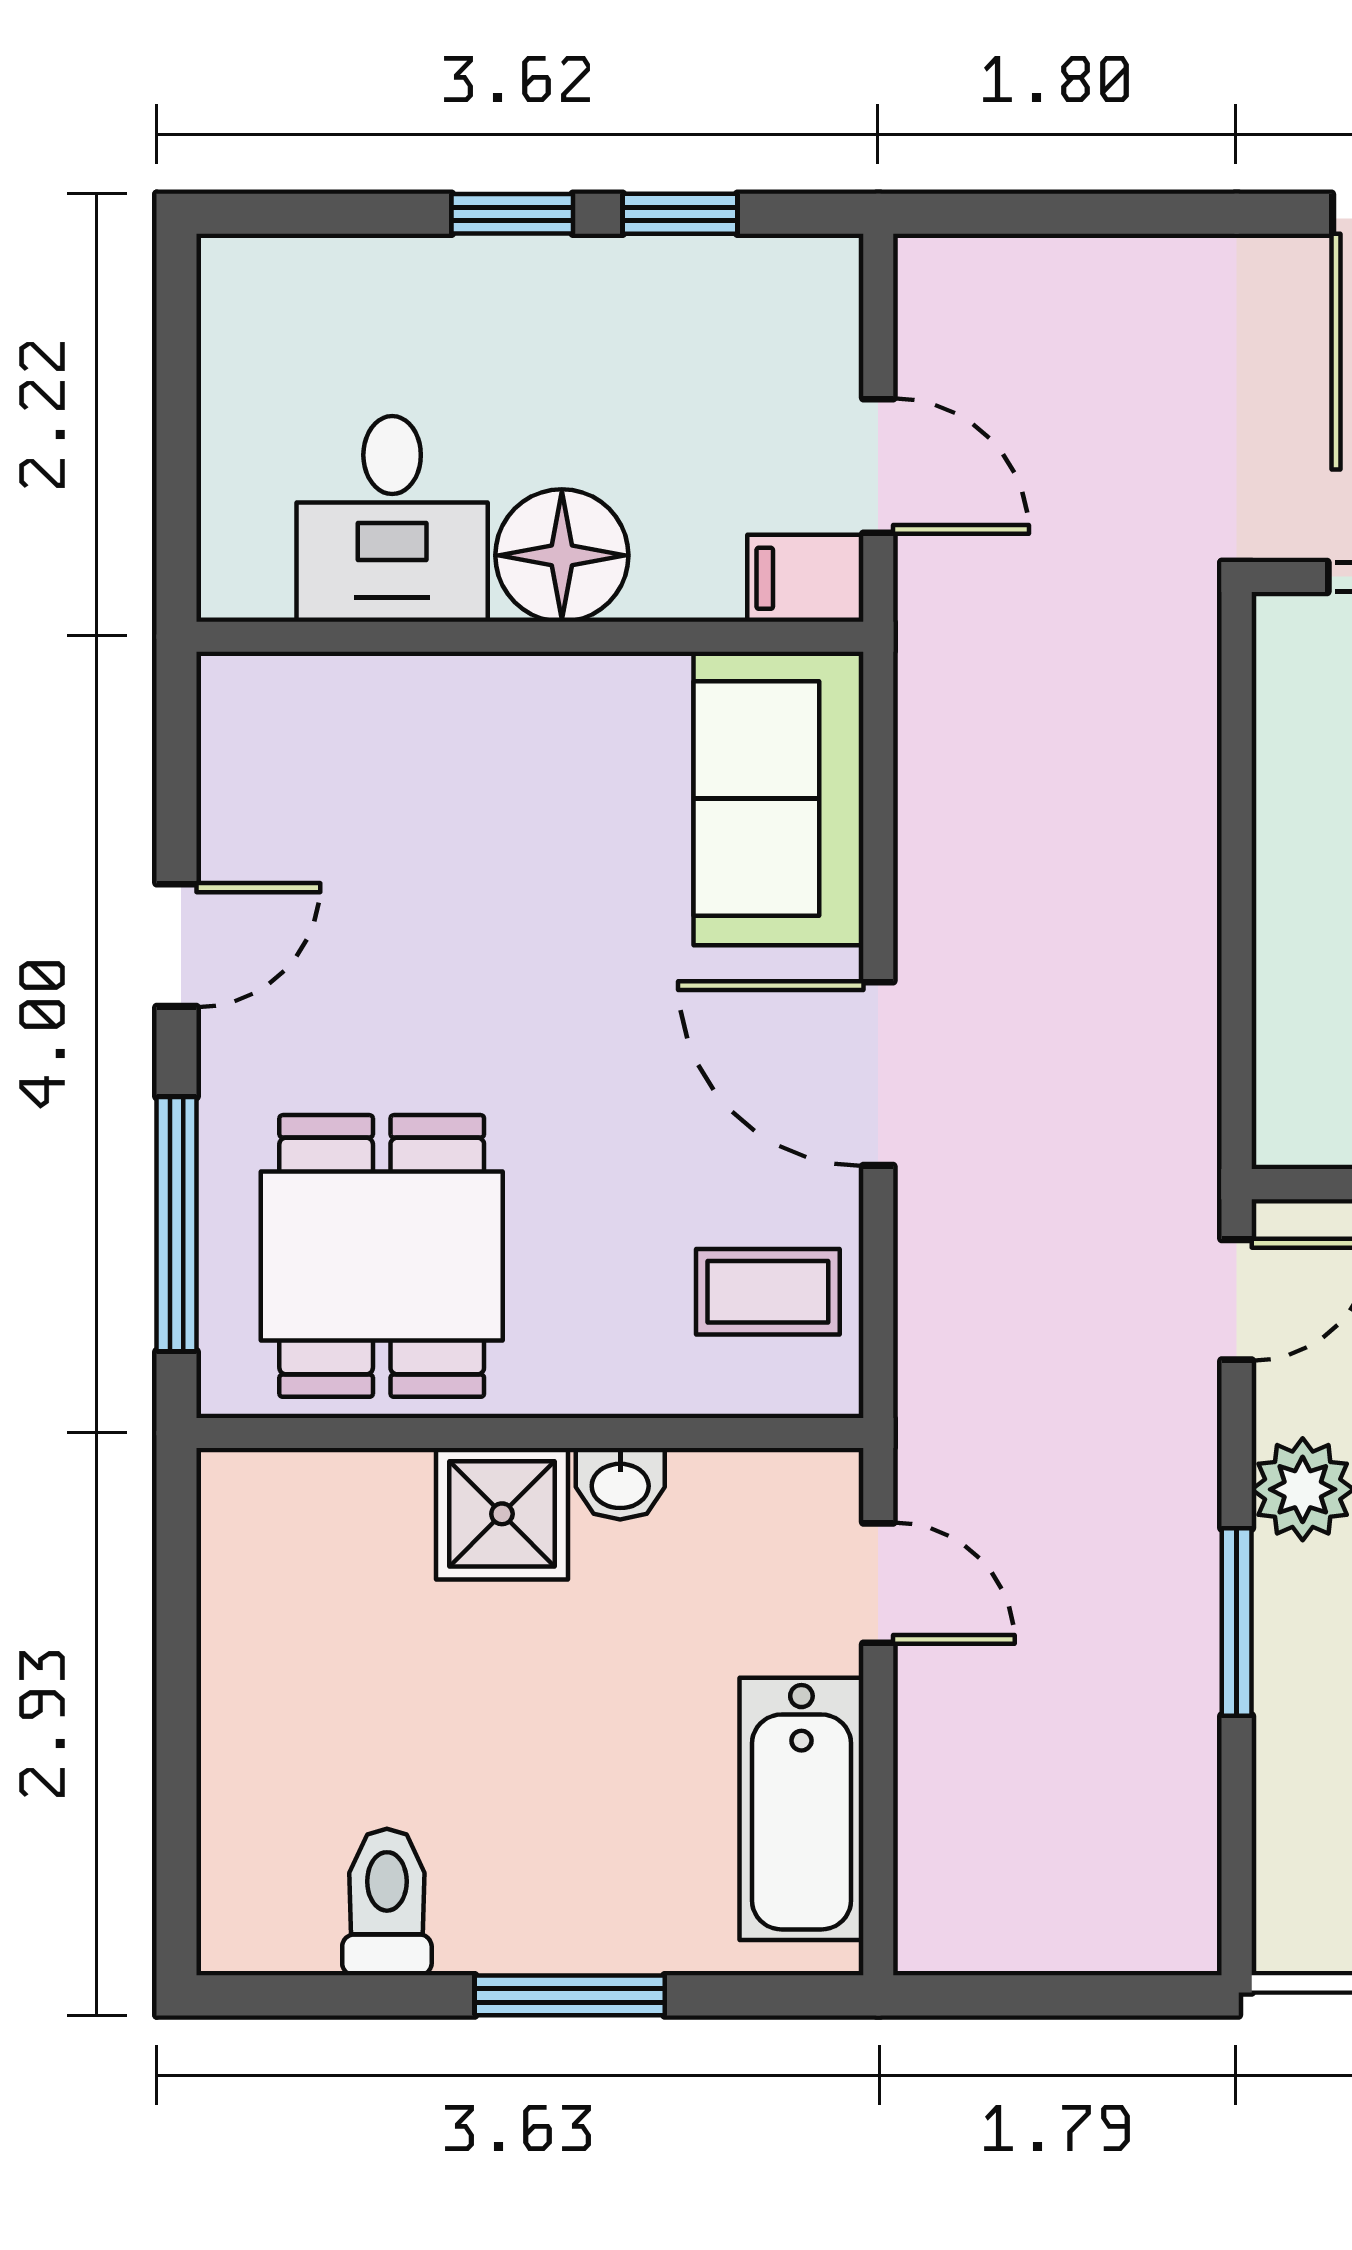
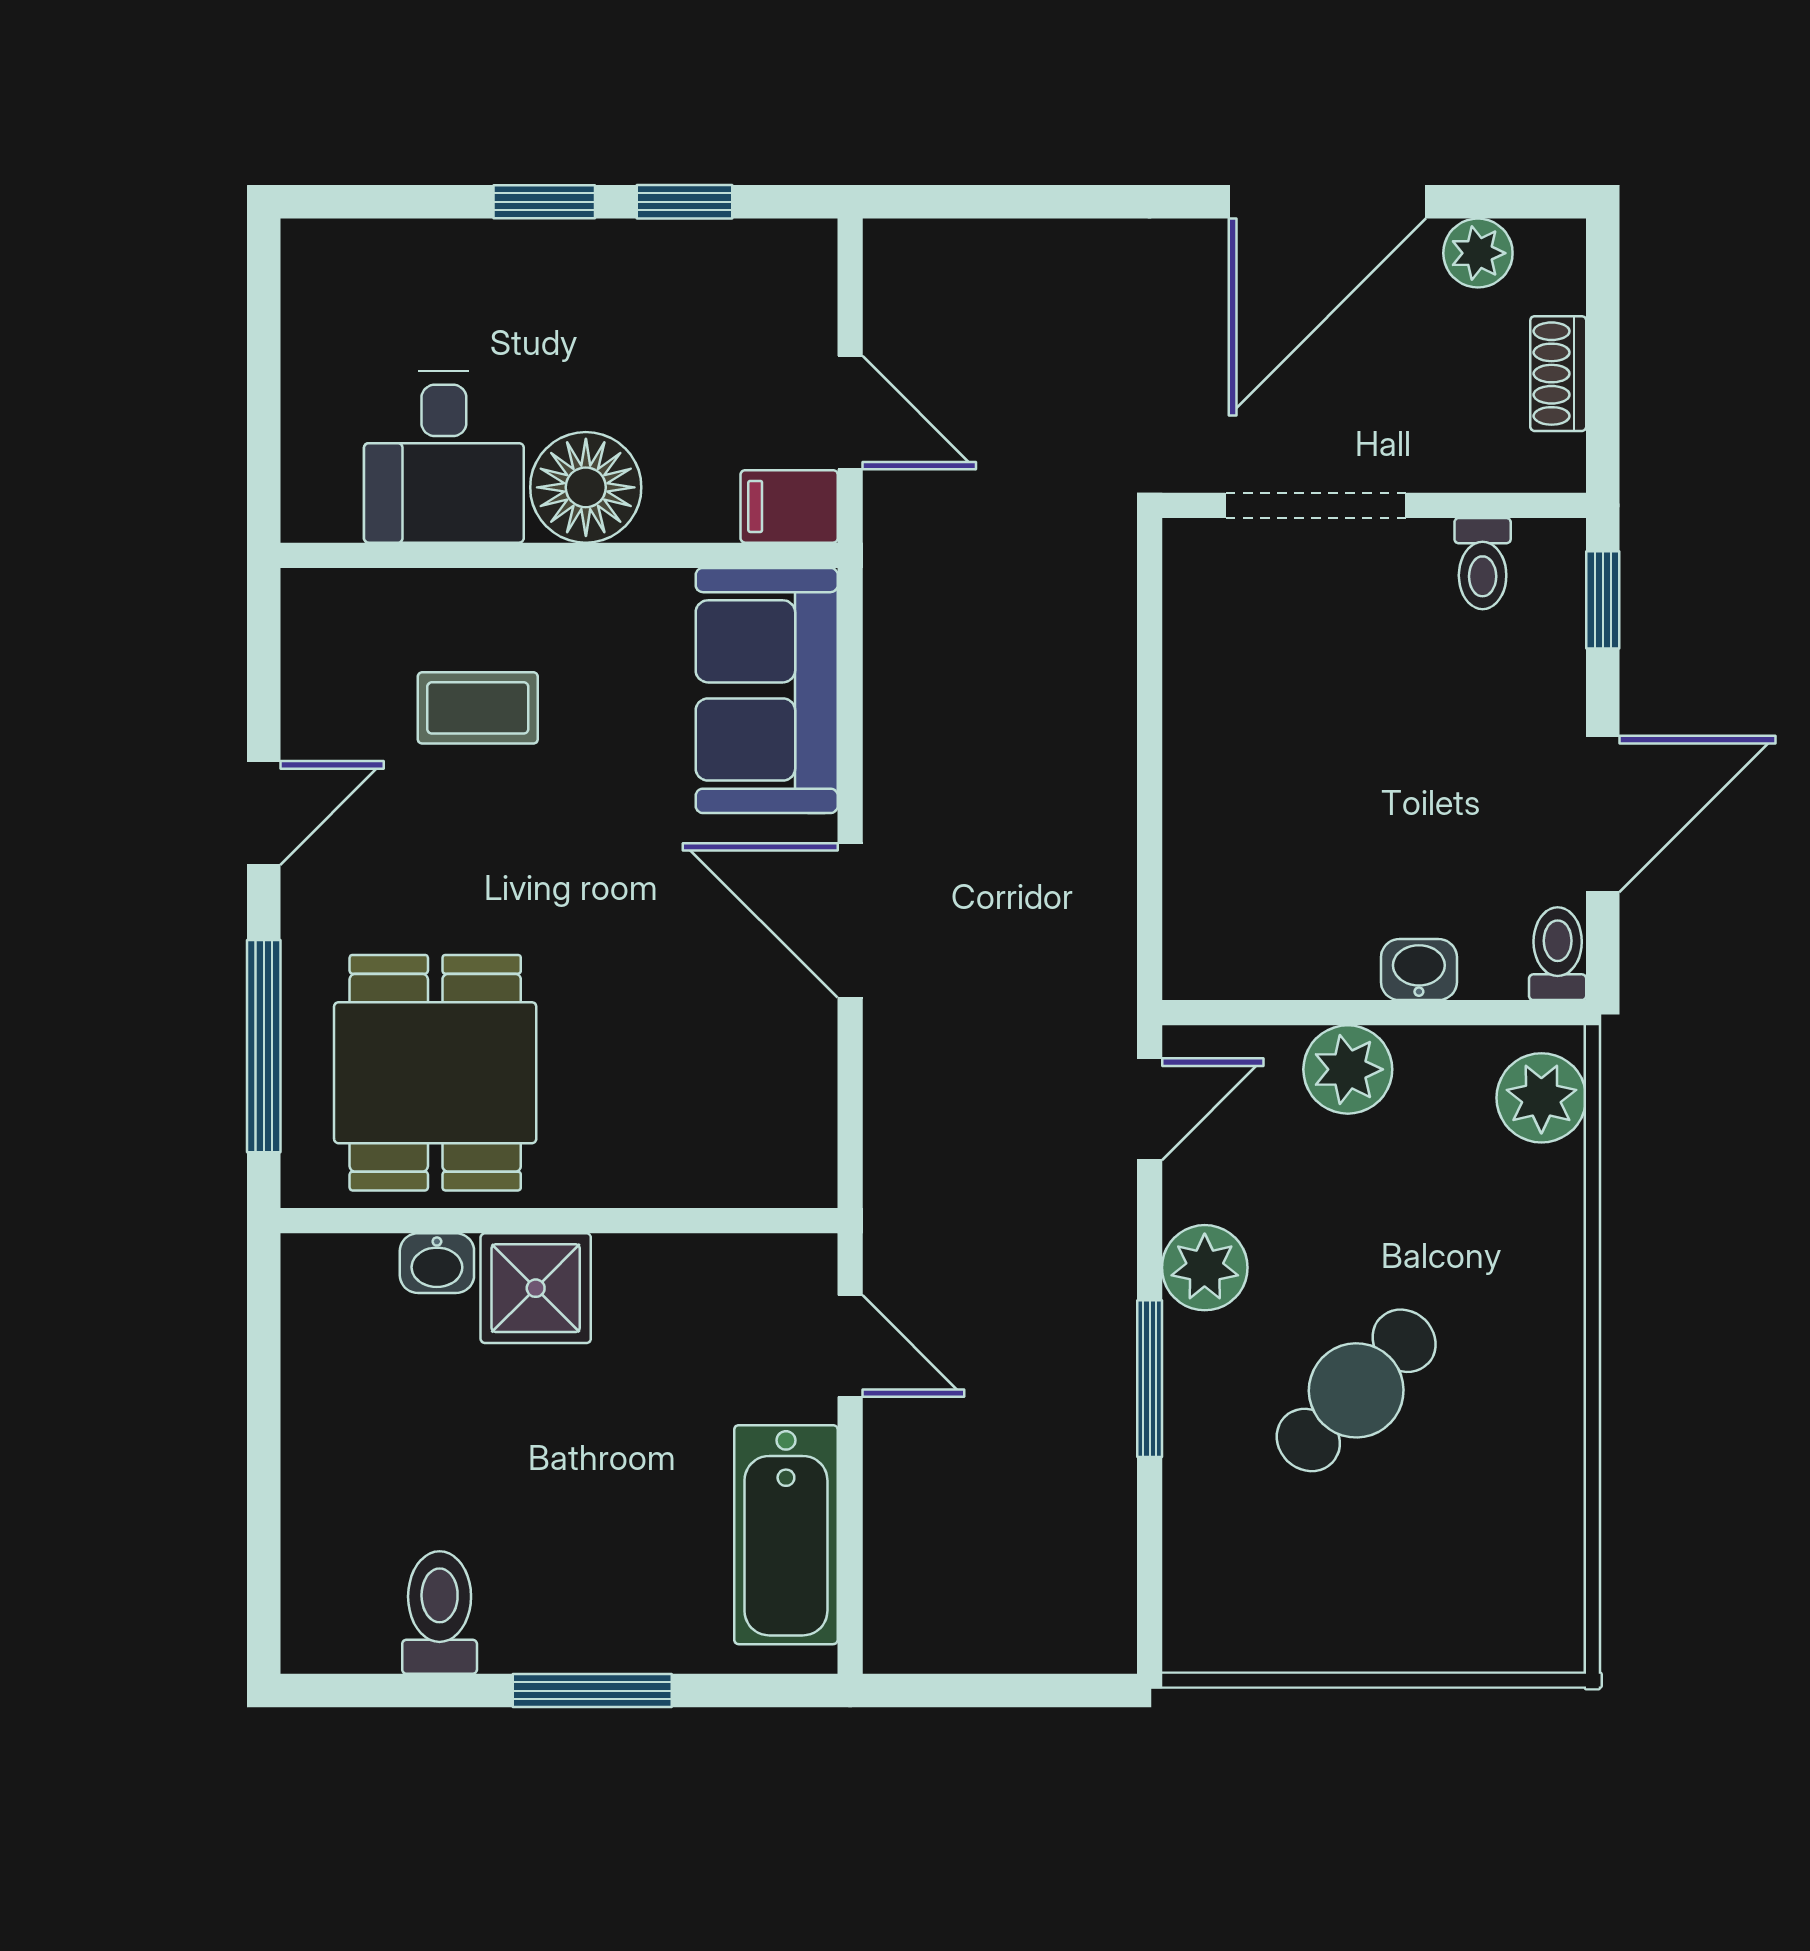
coffee table: (768, 1292) -> (478, 708), moved
washbasin: (620, 1484) -> (437, 1263), moved

